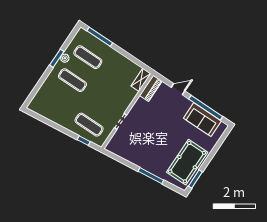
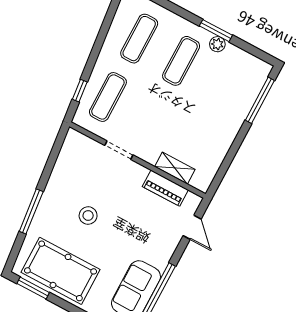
exercise mat: (88, 57) -> (139, 39), moved
shelving: (141, 80) -> (175, 168), moved
piano: (151, 88) -> (165, 188), moved
door: (178, 89) -> (192, 227), moved
stool: (157, 143) -> (88, 216), added

